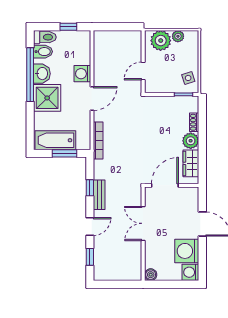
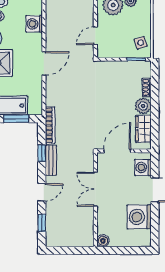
washing machine: (82, 74) -> (34, 24), moved
bookcase: (98, 140) -> (50, 125), moved
washing machine: (190, 272) -> (143, 167), moved

